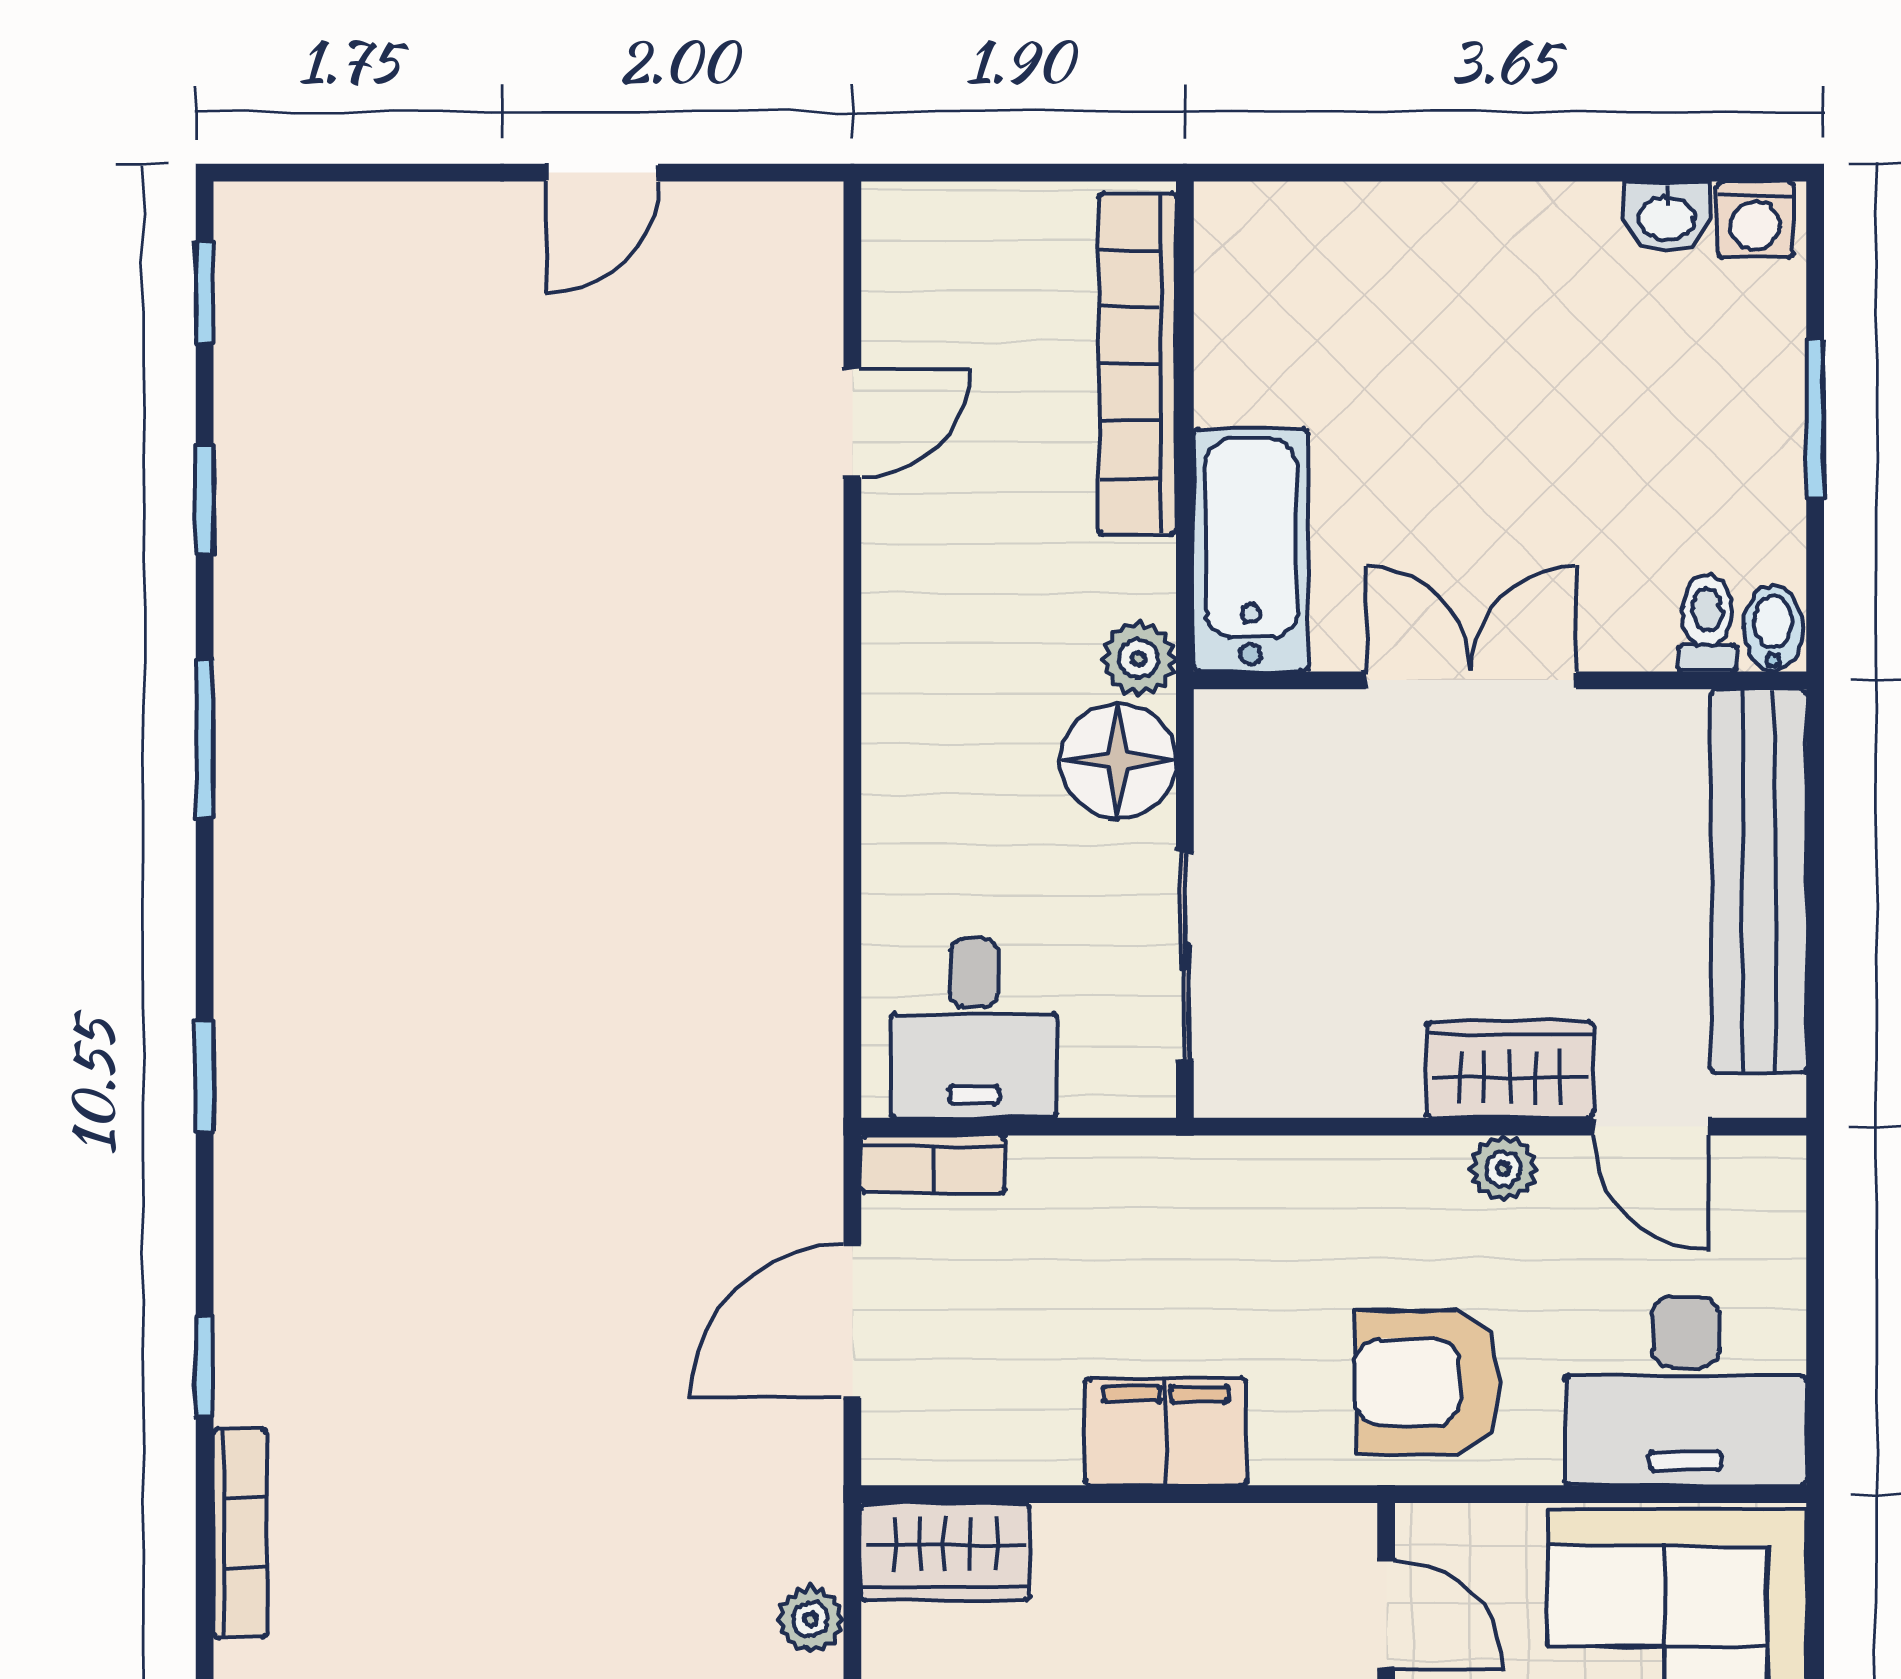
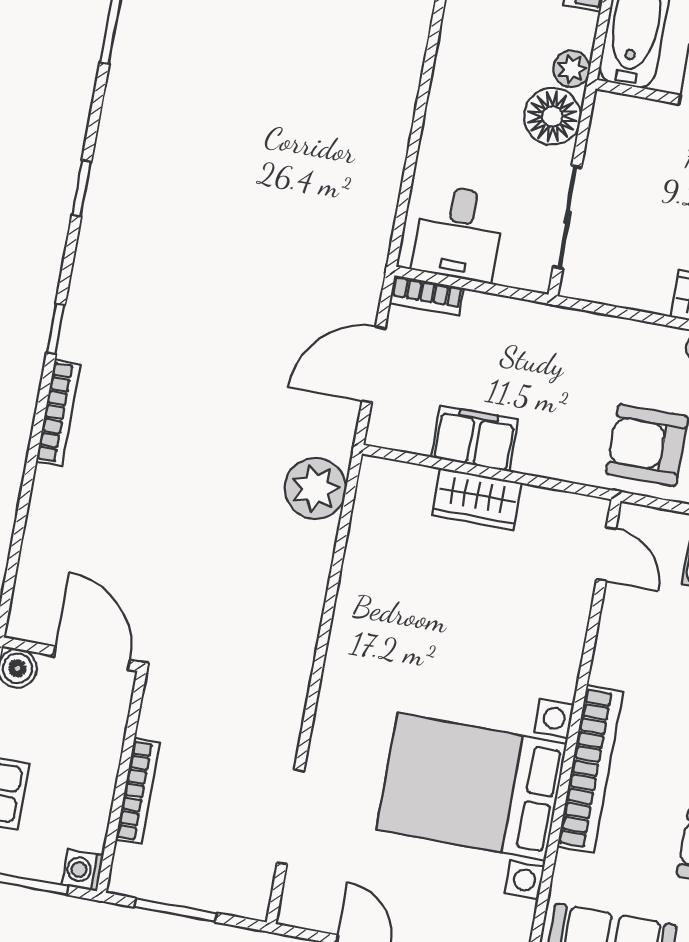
filing cabinet: (1166, 1432) -> (475, 438), moved
wardrobe: (945, 1552) -> (477, 499), moved
plant: (810, 1619) -> (315, 489), width x1.88, depth x1.88

